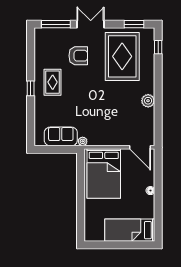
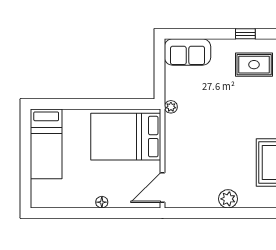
sofa: (61, 136) -> (188, 52), moved, turned 90
bed: (130, 230) -> (46, 144), moved, turned 180

